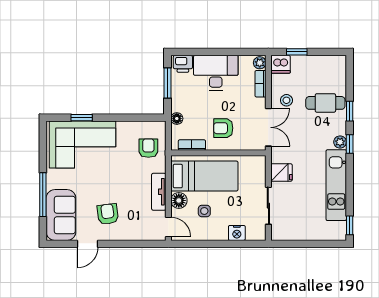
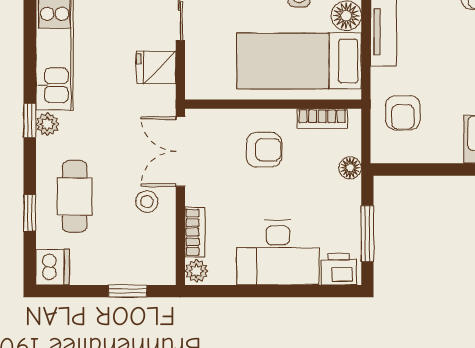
dishwasher: (280, 64) -> (53, 267), moved, turned 90
cafe table: (325, 103) -> (75, 197), turned 90
window: (350, 111) -> (30, 213), moved

